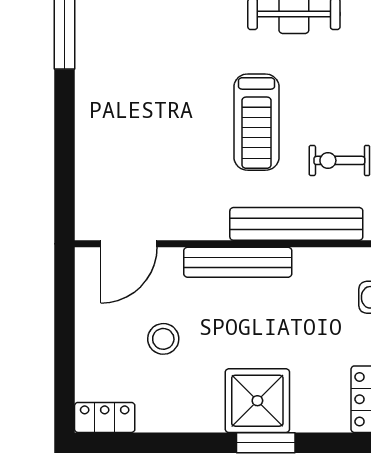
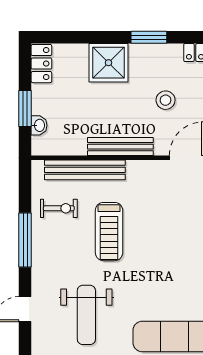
treadmill: (256, 122) -> (109, 232), turned 180
window: (266, 443) -> (149, 37), moved

